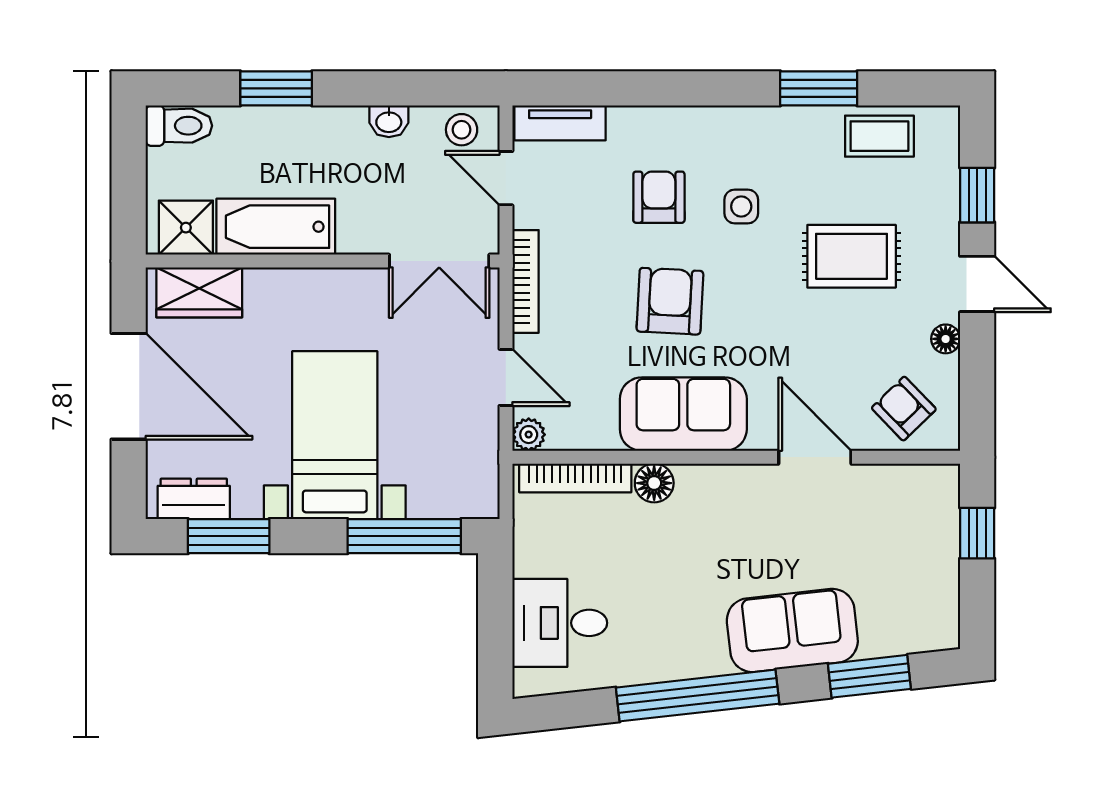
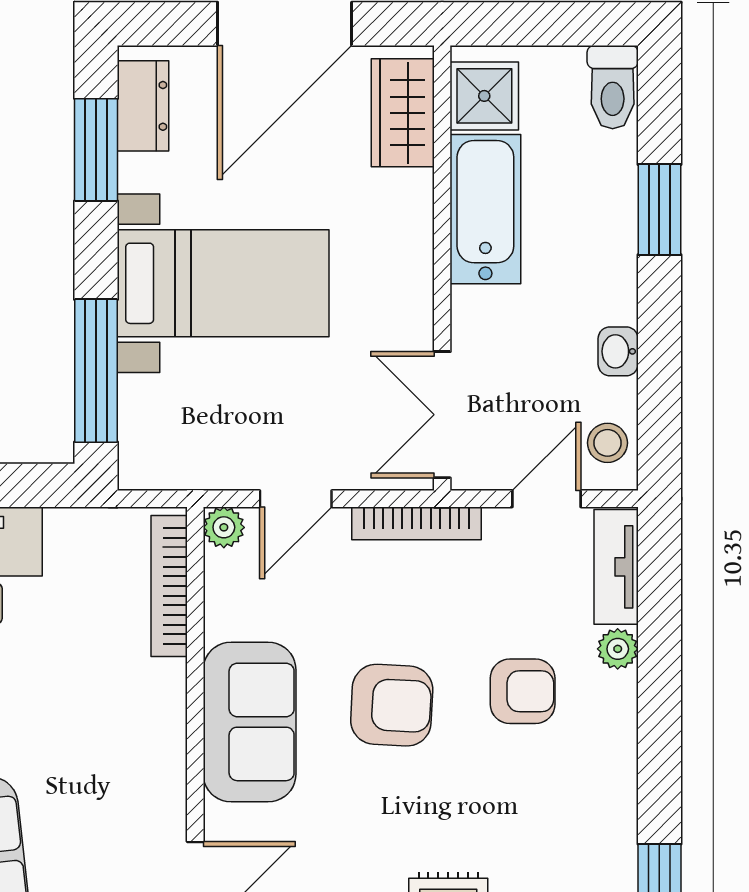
plant: (625, 122) -> (618, 649), added
side table: (741, 207) -> (511, 795), removed
floor lamp: (654, 483) -> (163, 685), removed

